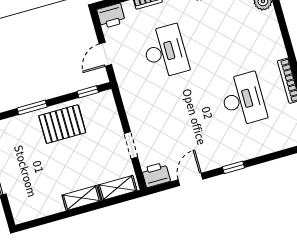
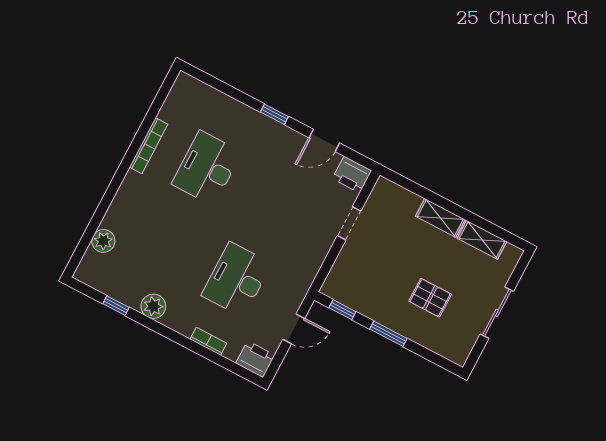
window: (32, 108) -> (388, 334), moved
pallet: (62, 124) -> (430, 298), moved, width x0.67, depth x0.71
shelving: (117, 188) -> (482, 240), moved

